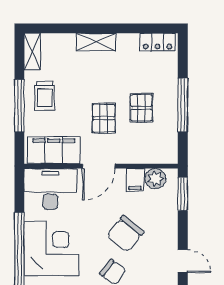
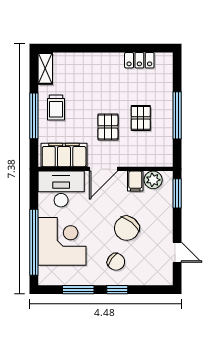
shelving: (96, 42) -> (101, 60), removed
locker: (157, 42) -> (139, 60), moved

